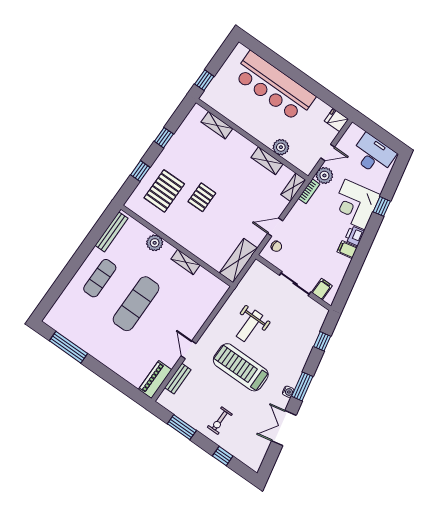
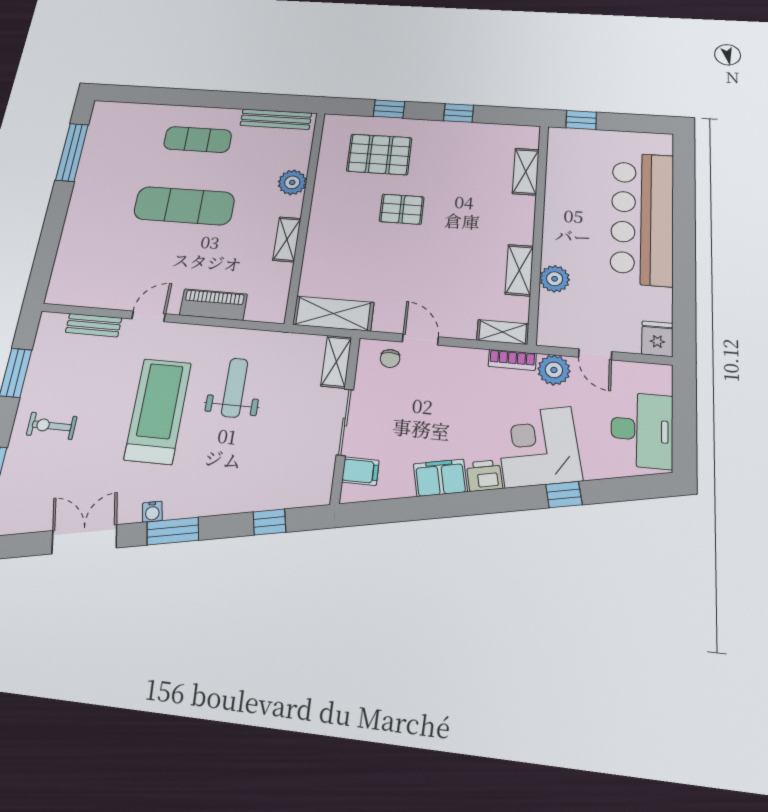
filing cabinet: (347, 250) -> (440, 478), width x2.00
shelving: (264, 272) -> (336, 362), added
weight bench: (250, 326) -> (235, 388), turned 90
piano: (155, 380) -> (213, 305), moved

